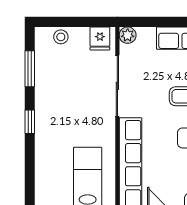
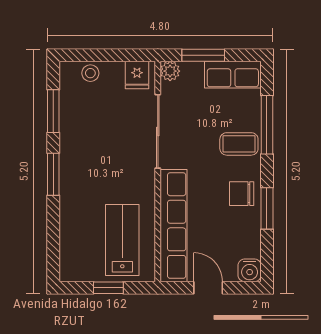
window: (155, 22) -> (203, 55), added
window: (30, 122) -> (53, 174), width x1.50

